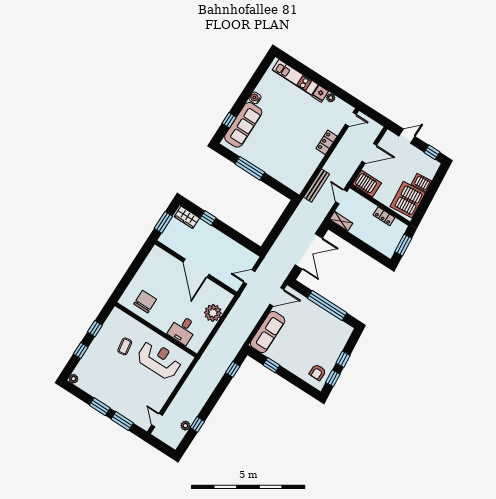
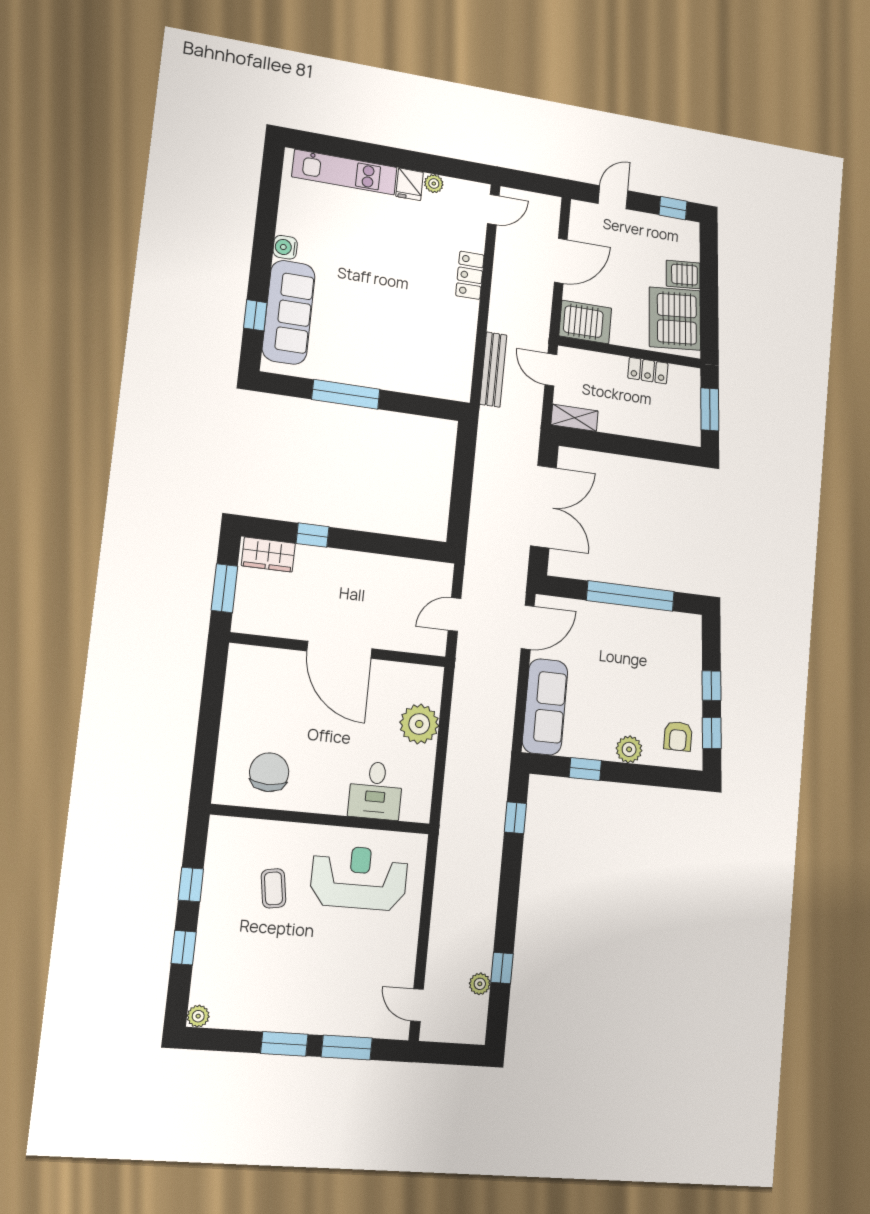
plant: (294, 367) -> (629, 749), added

